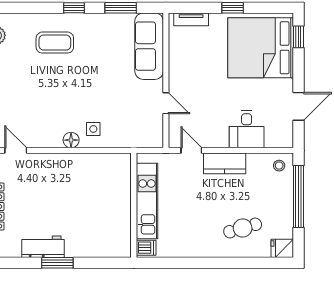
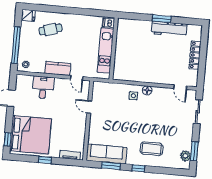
sofa: (149, 46) -> (106, 154), moved, turned -90
workbench: (43, 247) -> (169, 29), width x1.38

